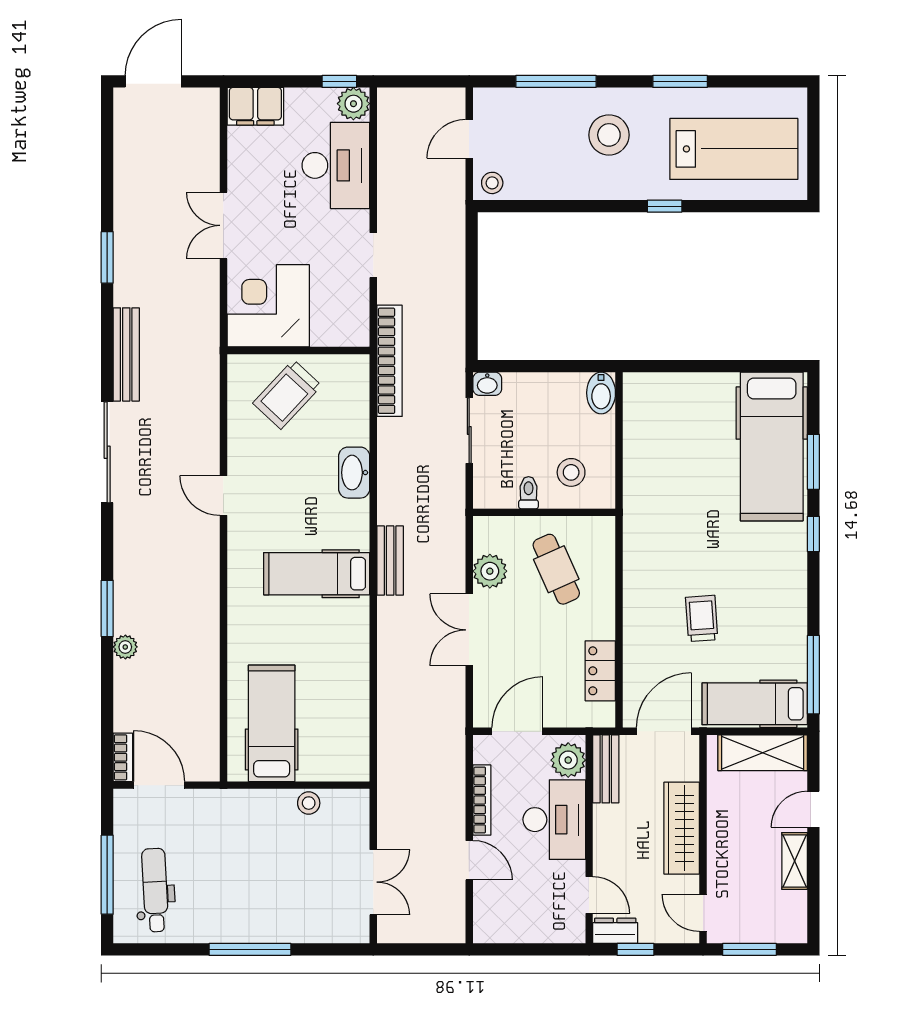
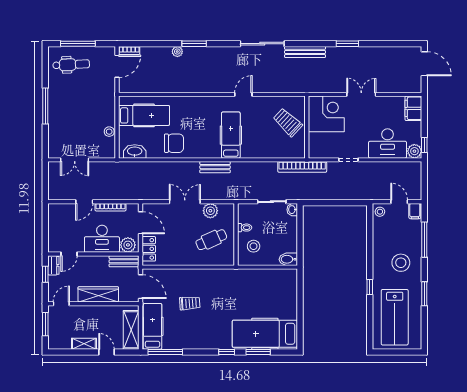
filing cabinet: (491, 103) -> (415, 211), added
washbasin: (354, 473) -> (135, 151), moved
hospital bed: (317, 574) -> (231, 135), moved
chair: (335, 655) -> (174, 143), added
locker: (600, 671) -> (149, 249), moved, turned 90

